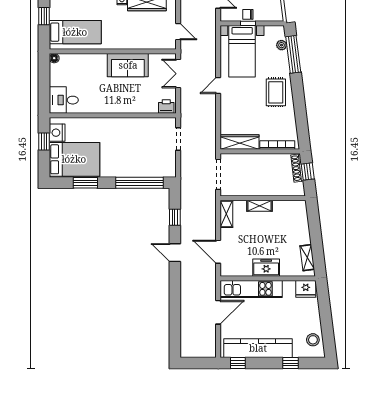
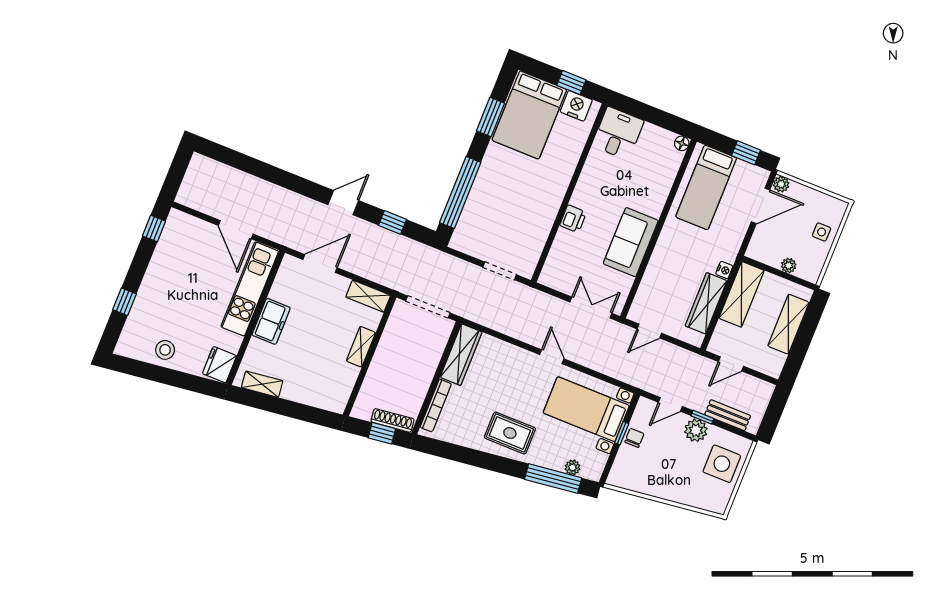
printer: (166, 107) -> (573, 219), moved
stool: (313, 340) -> (165, 350), moved
kitchen counter: (258, 348) -> (163, 265), removed

